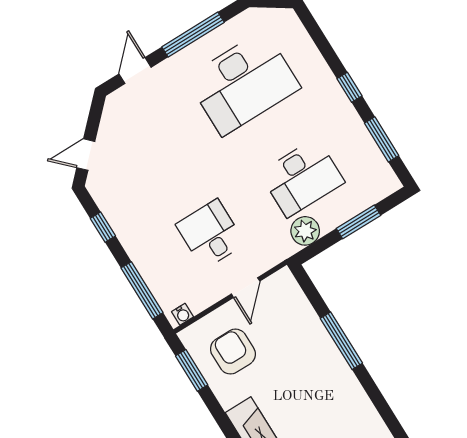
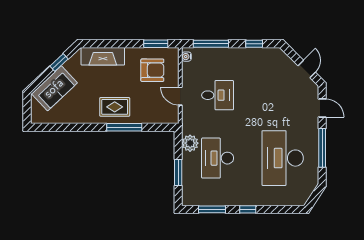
door: (86, 155) -> (307, 69), moved
rug: (320, 373) -> (115, 107), added

